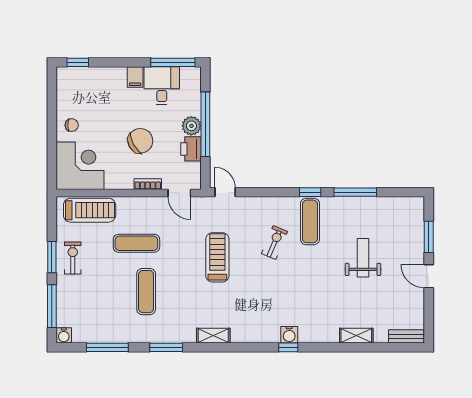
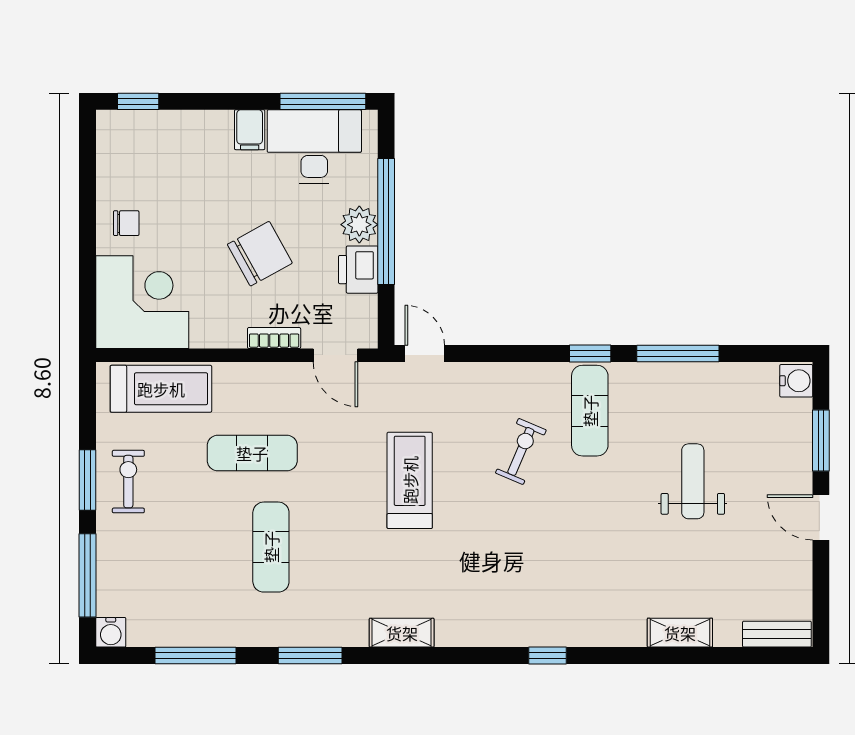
desk: (162, 86) -> (314, 147), width x1.37
water cooler: (289, 335) -> (796, 381), moved, turned -90

